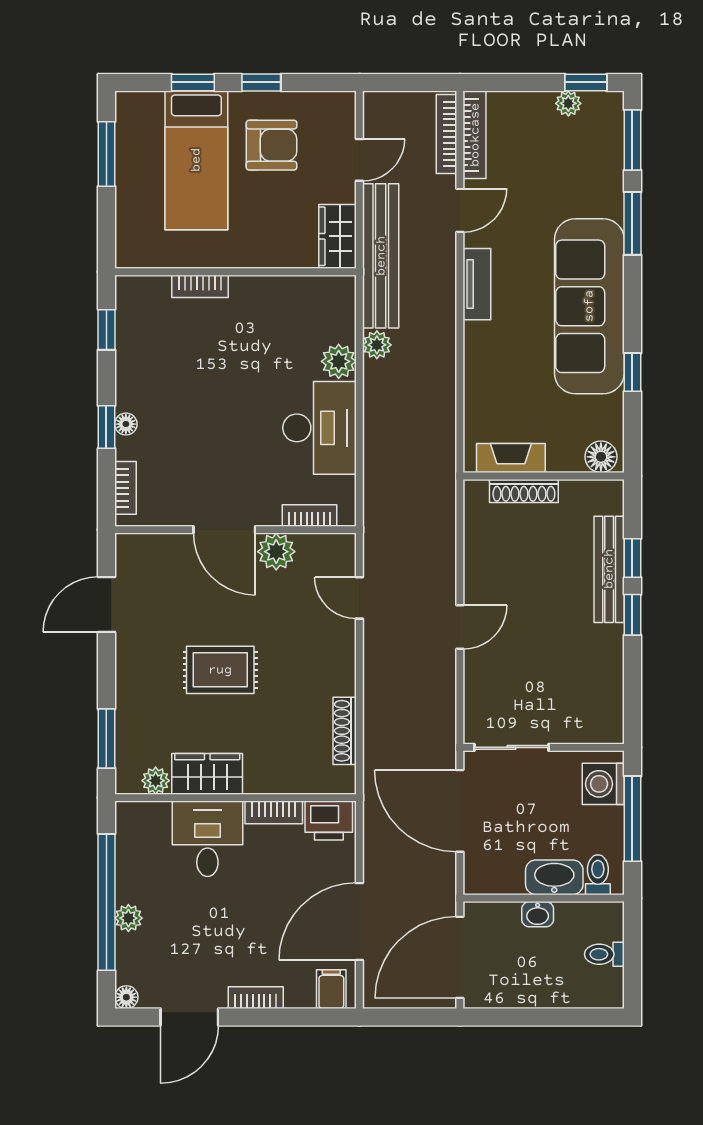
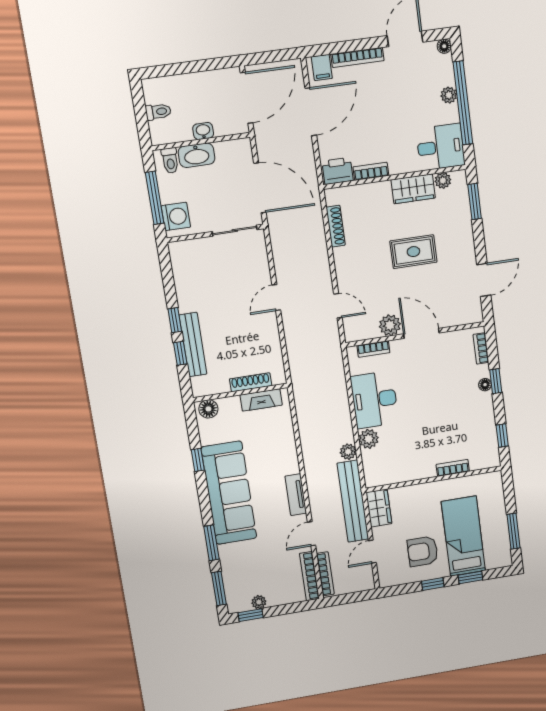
desk: (207, 839) -> (441, 147), moved, turned -90
bookcase: (256, 998) -> (357, 57), width x1.56

